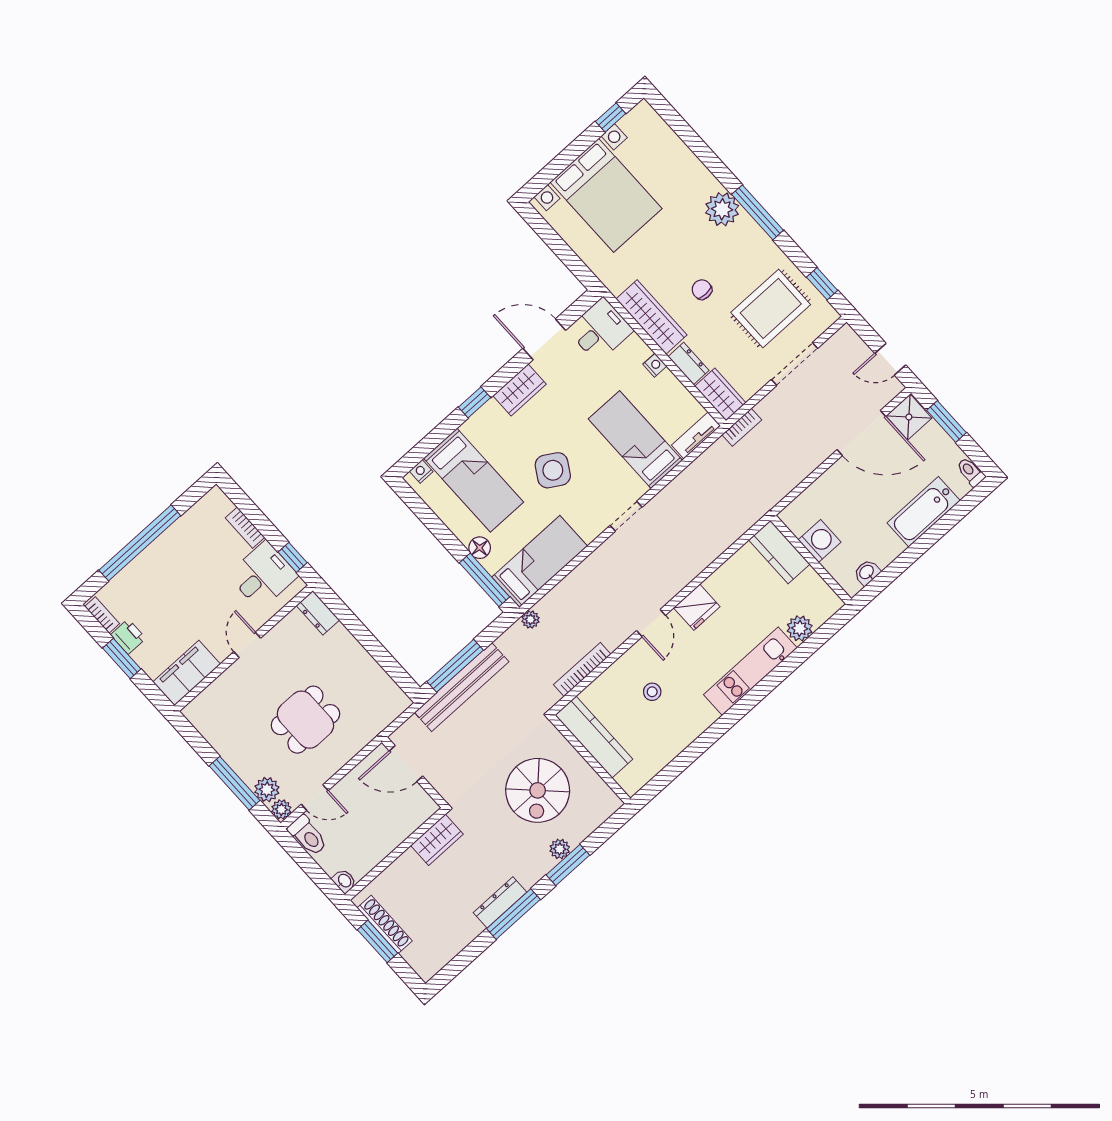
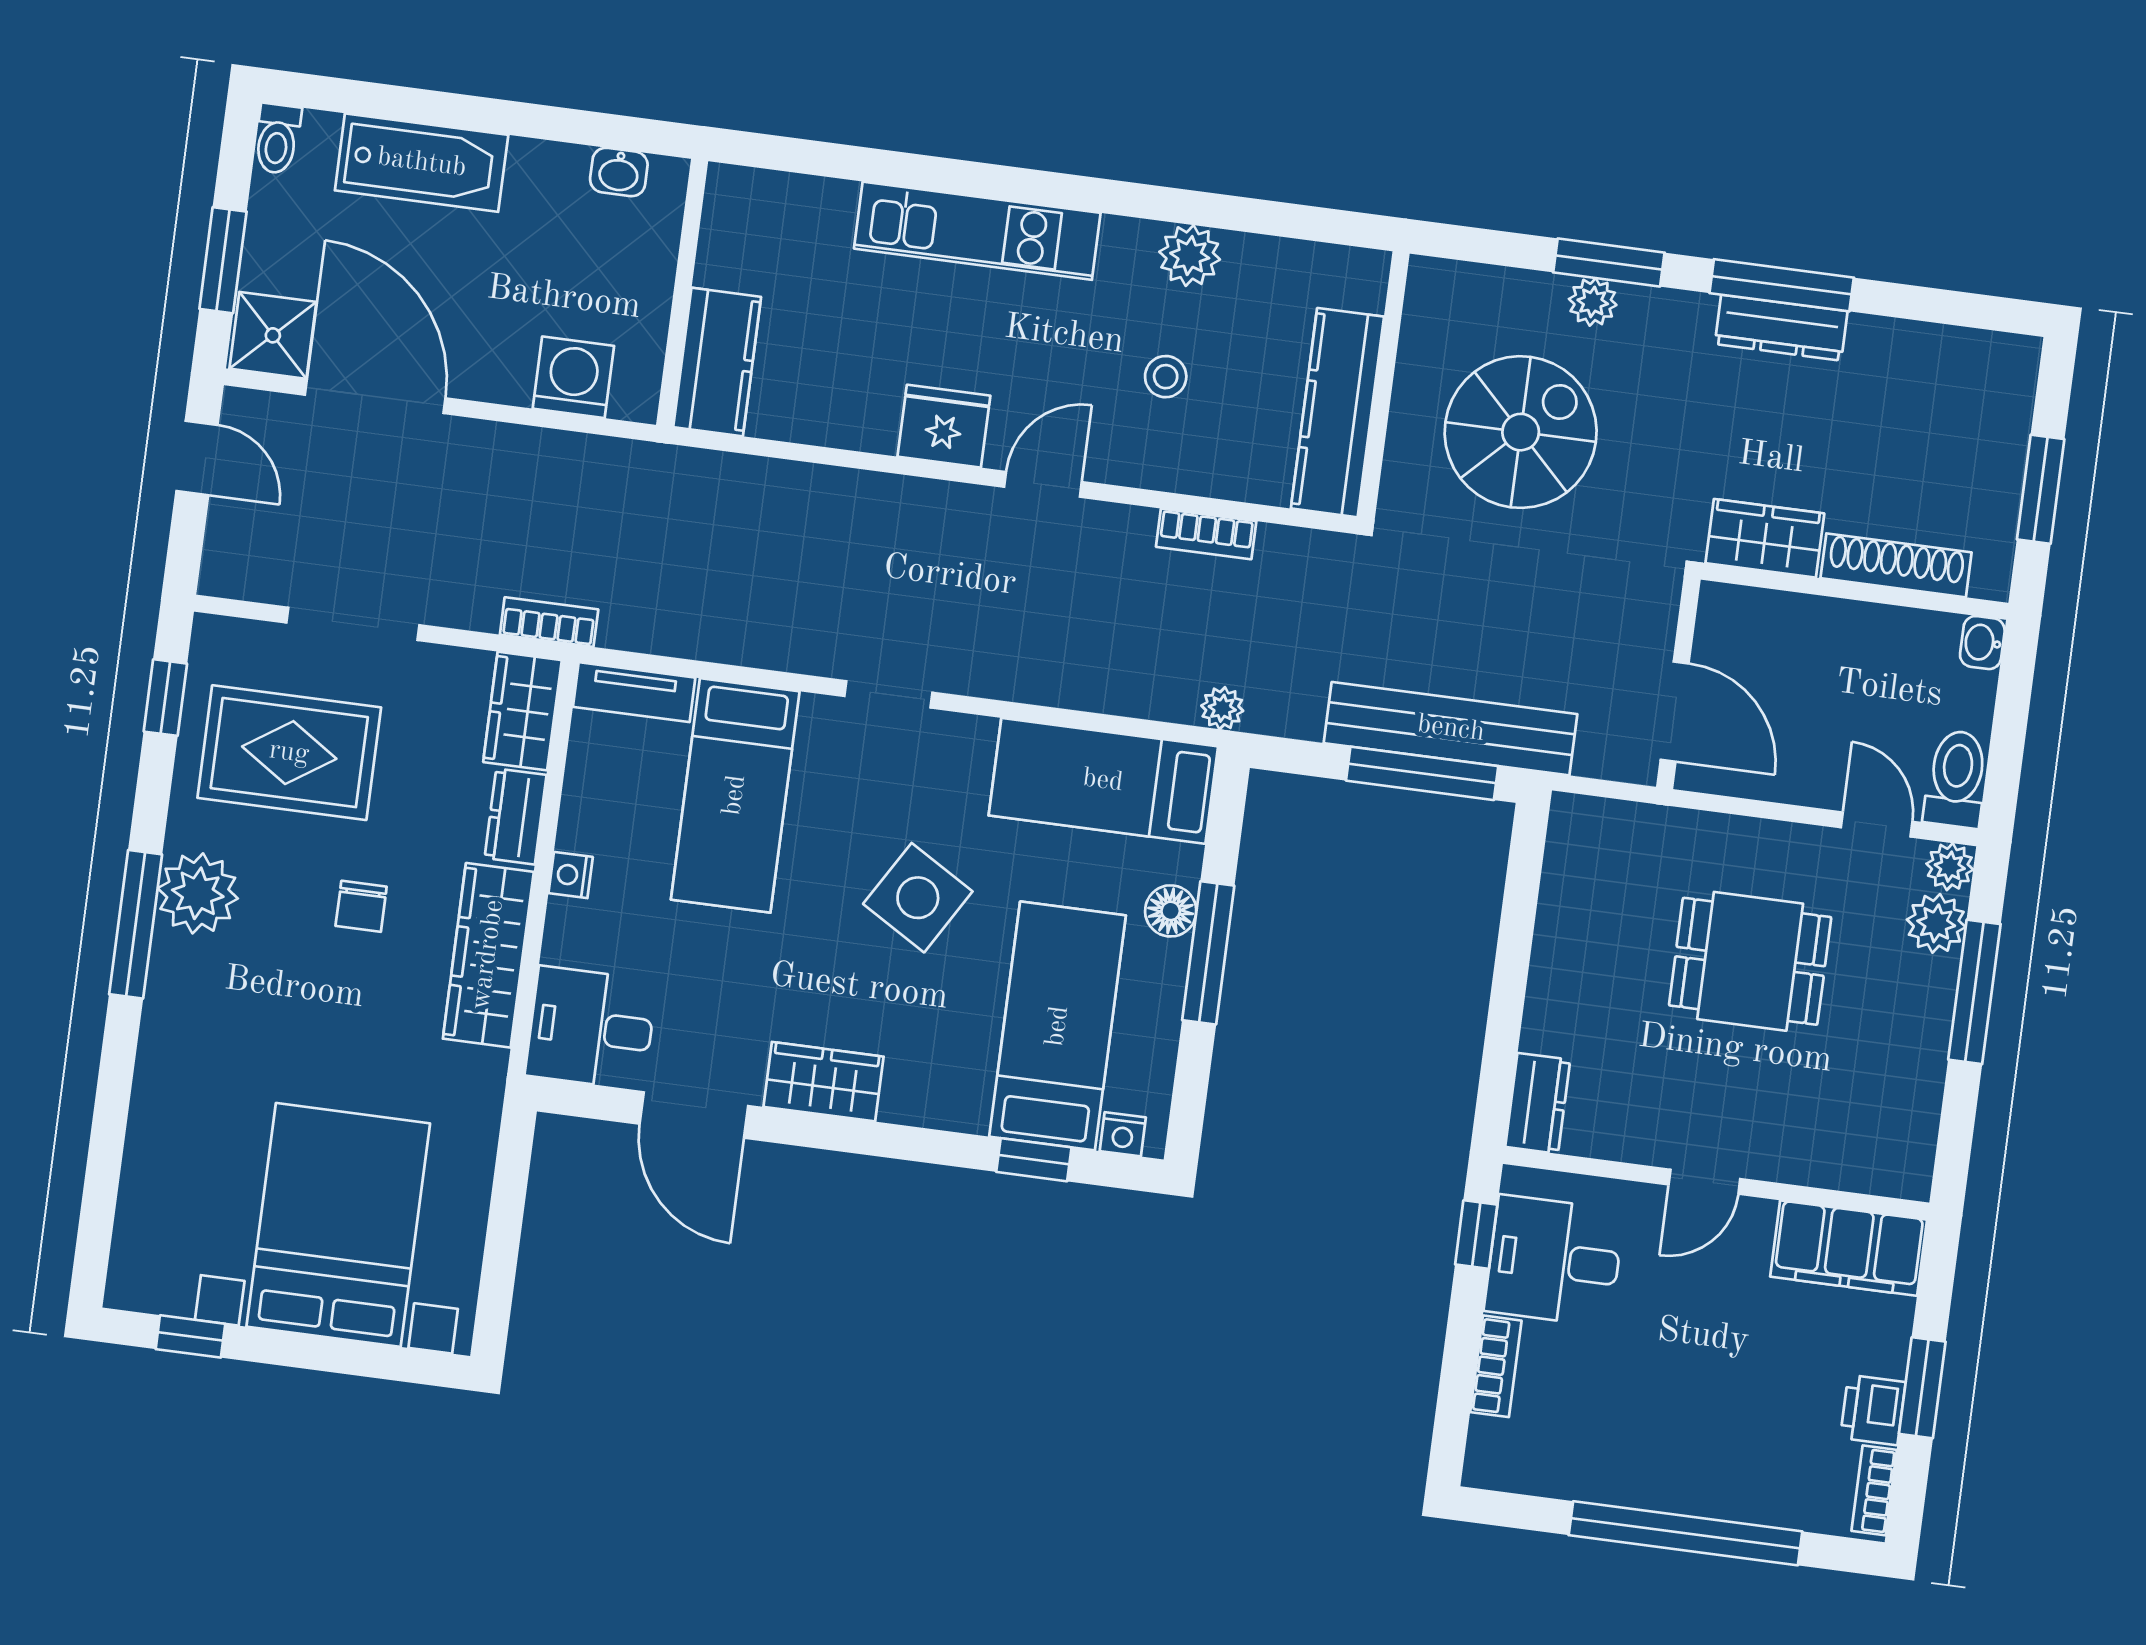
plant: (722, 209) -> (198, 893), moved
window: (475, 402) -> (1034, 1160), moved
washing machine: (819, 541) -> (573, 377), moved, turned 90
window: (484, 580) -> (1208, 953), moved
plant: (800, 628) -> (1190, 256), moved
bookcase: (582, 669) -> (1206, 534), width x0.64
shoe rack: (385, 924) -> (1896, 565), moved, turned 90

